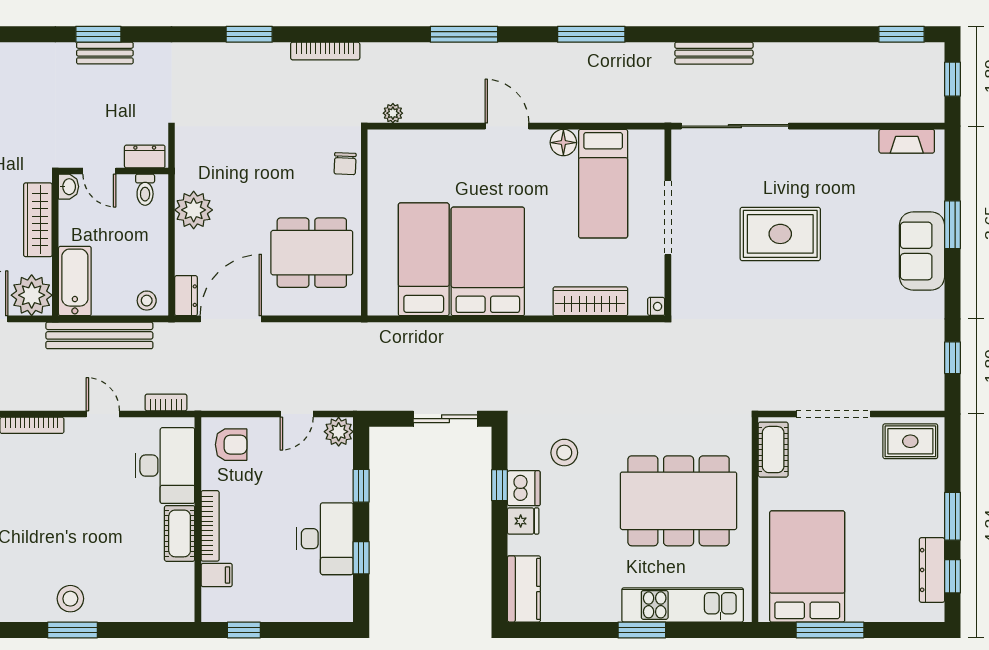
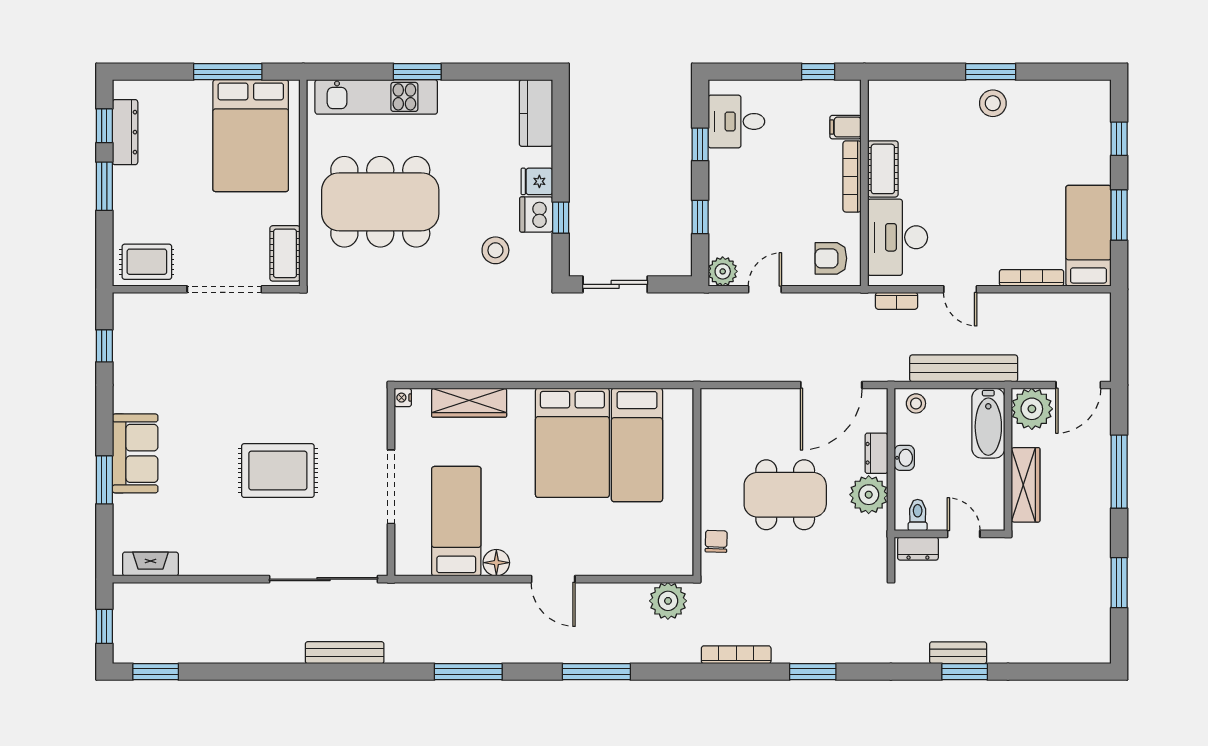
plant: (393, 113) -> (668, 601), width x1.88, depth x1.88
washbasin: (69, 187) -> (904, 458), moved, turned 180
dining table: (312, 253) -> (785, 495), moved
dresser: (186, 296) -> (876, 453), moved
desk: (325, 539) -> (736, 121), moved, width x0.73

